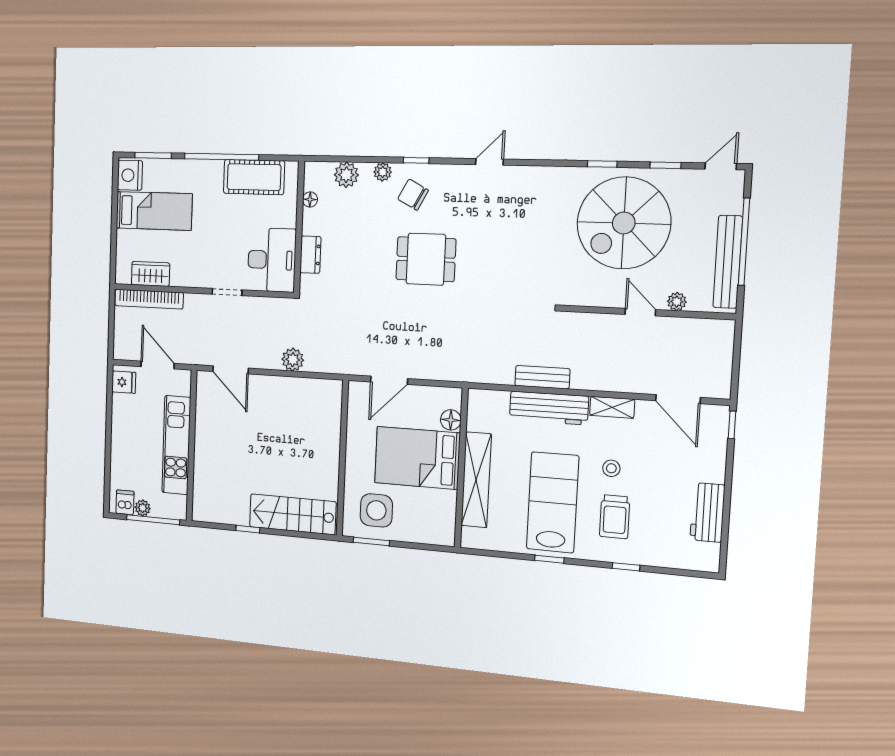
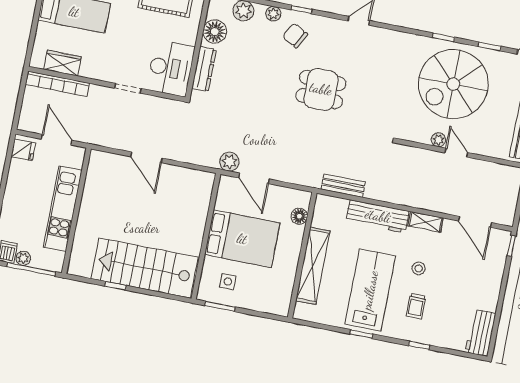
floor lamp: (310, 199) -> (215, 32), width x1.89, depth x1.89
dresser: (310, 255) -> (204, 69), width x1.44
dining table: (426, 259) -> (321, 89), moved
plant: (677, 302) -> (438, 140), moved
plant: (293, 360) -> (229, 162), moved
door: (231, 370) -> (146, 157), moved
bench: (542, 377) -> (343, 186), moved
door: (389, 380) -> (254, 178), hinge flipped
bed: (417, 458) -> (242, 239), moved, turned 180
side table: (376, 510) -> (228, 282), width x0.54, depth x0.54
workbench: (707, 512) -> (480, 333), moved
stairs: (293, 514) -> (145, 268), width x1.36, depth x1.51
trolley: (615, 517) -> (416, 306), width x0.73, depth x0.72

